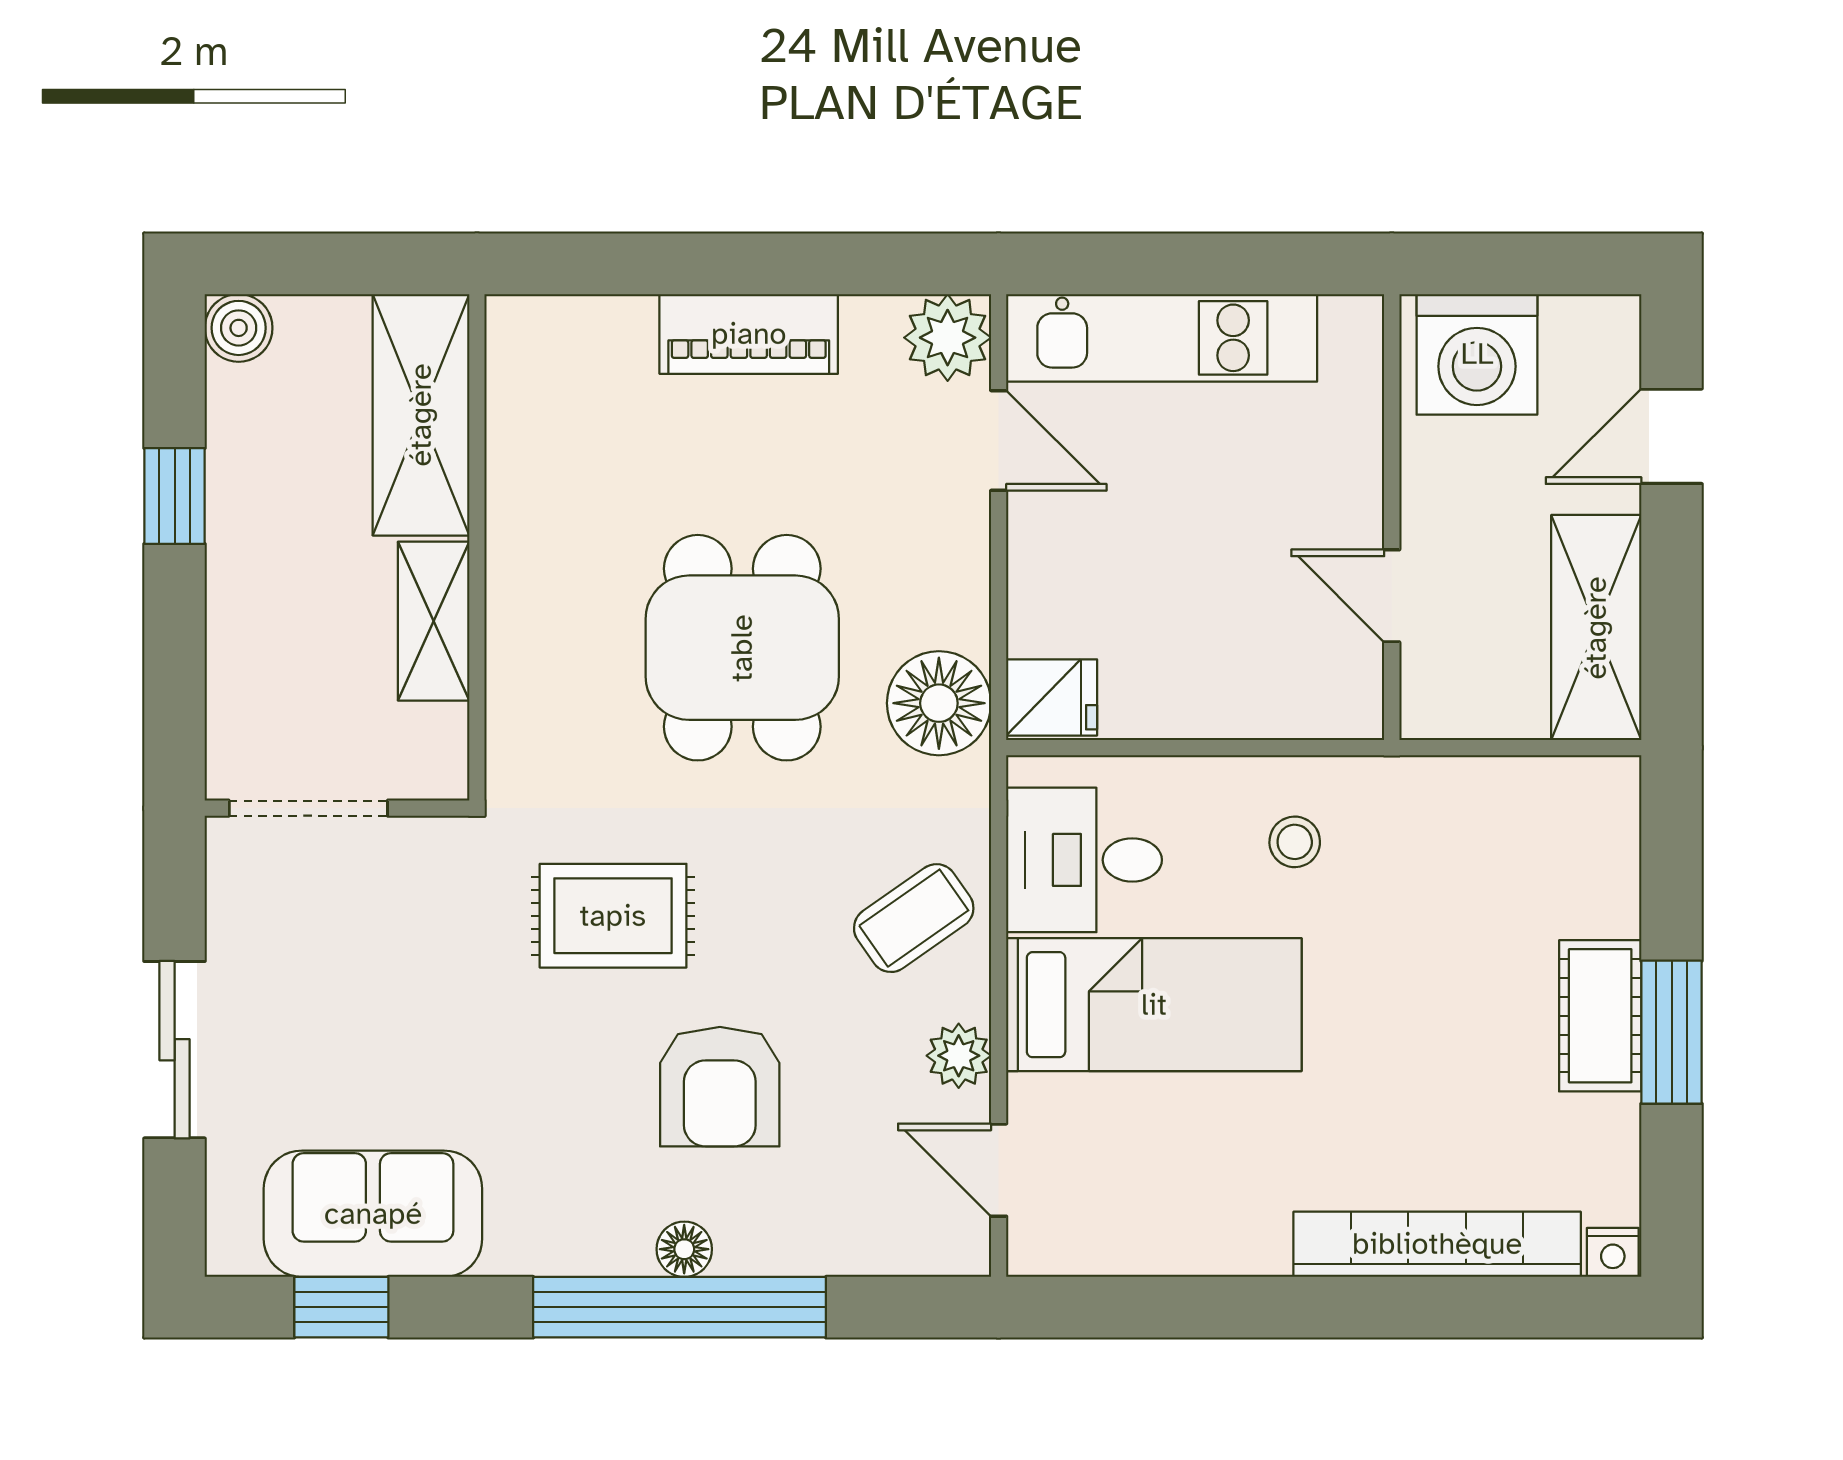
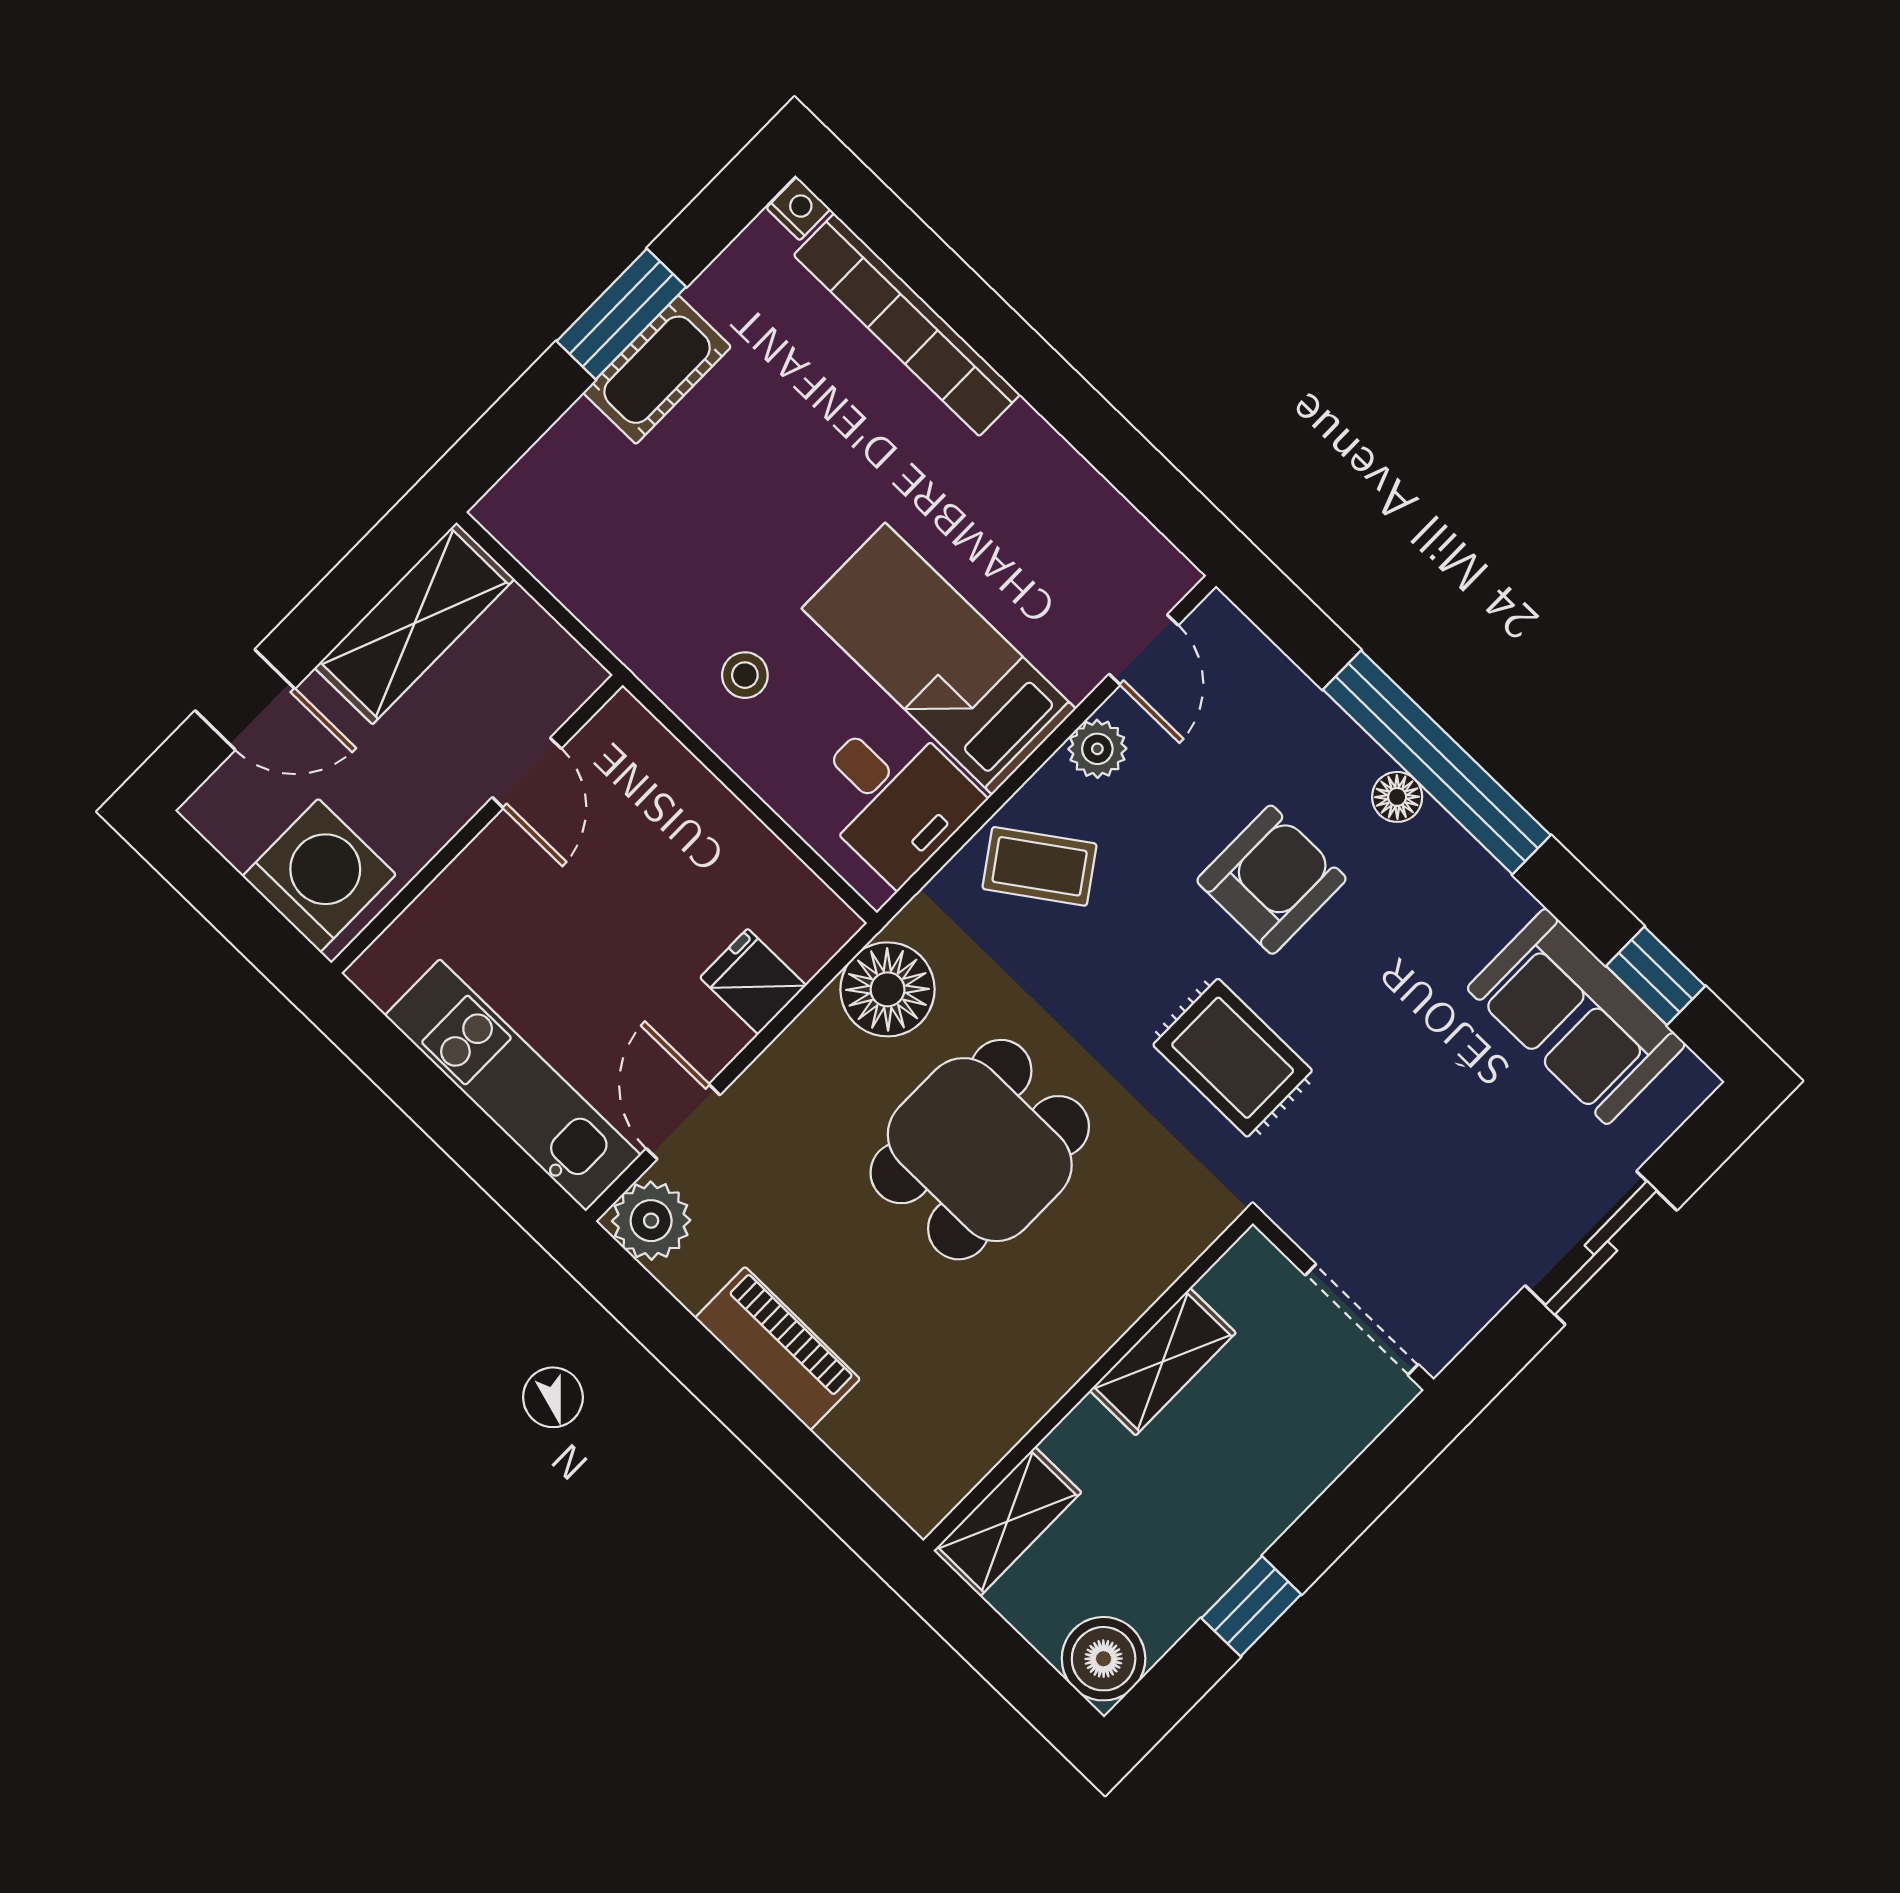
boiler: (239, 328) -> (1104, 1659), width x1.36, depth x1.36
shelving: (421, 415) -> (1007, 1521), width x0.67, depth x0.75
fridge: (1052, 697) -> (753, 981), moved

